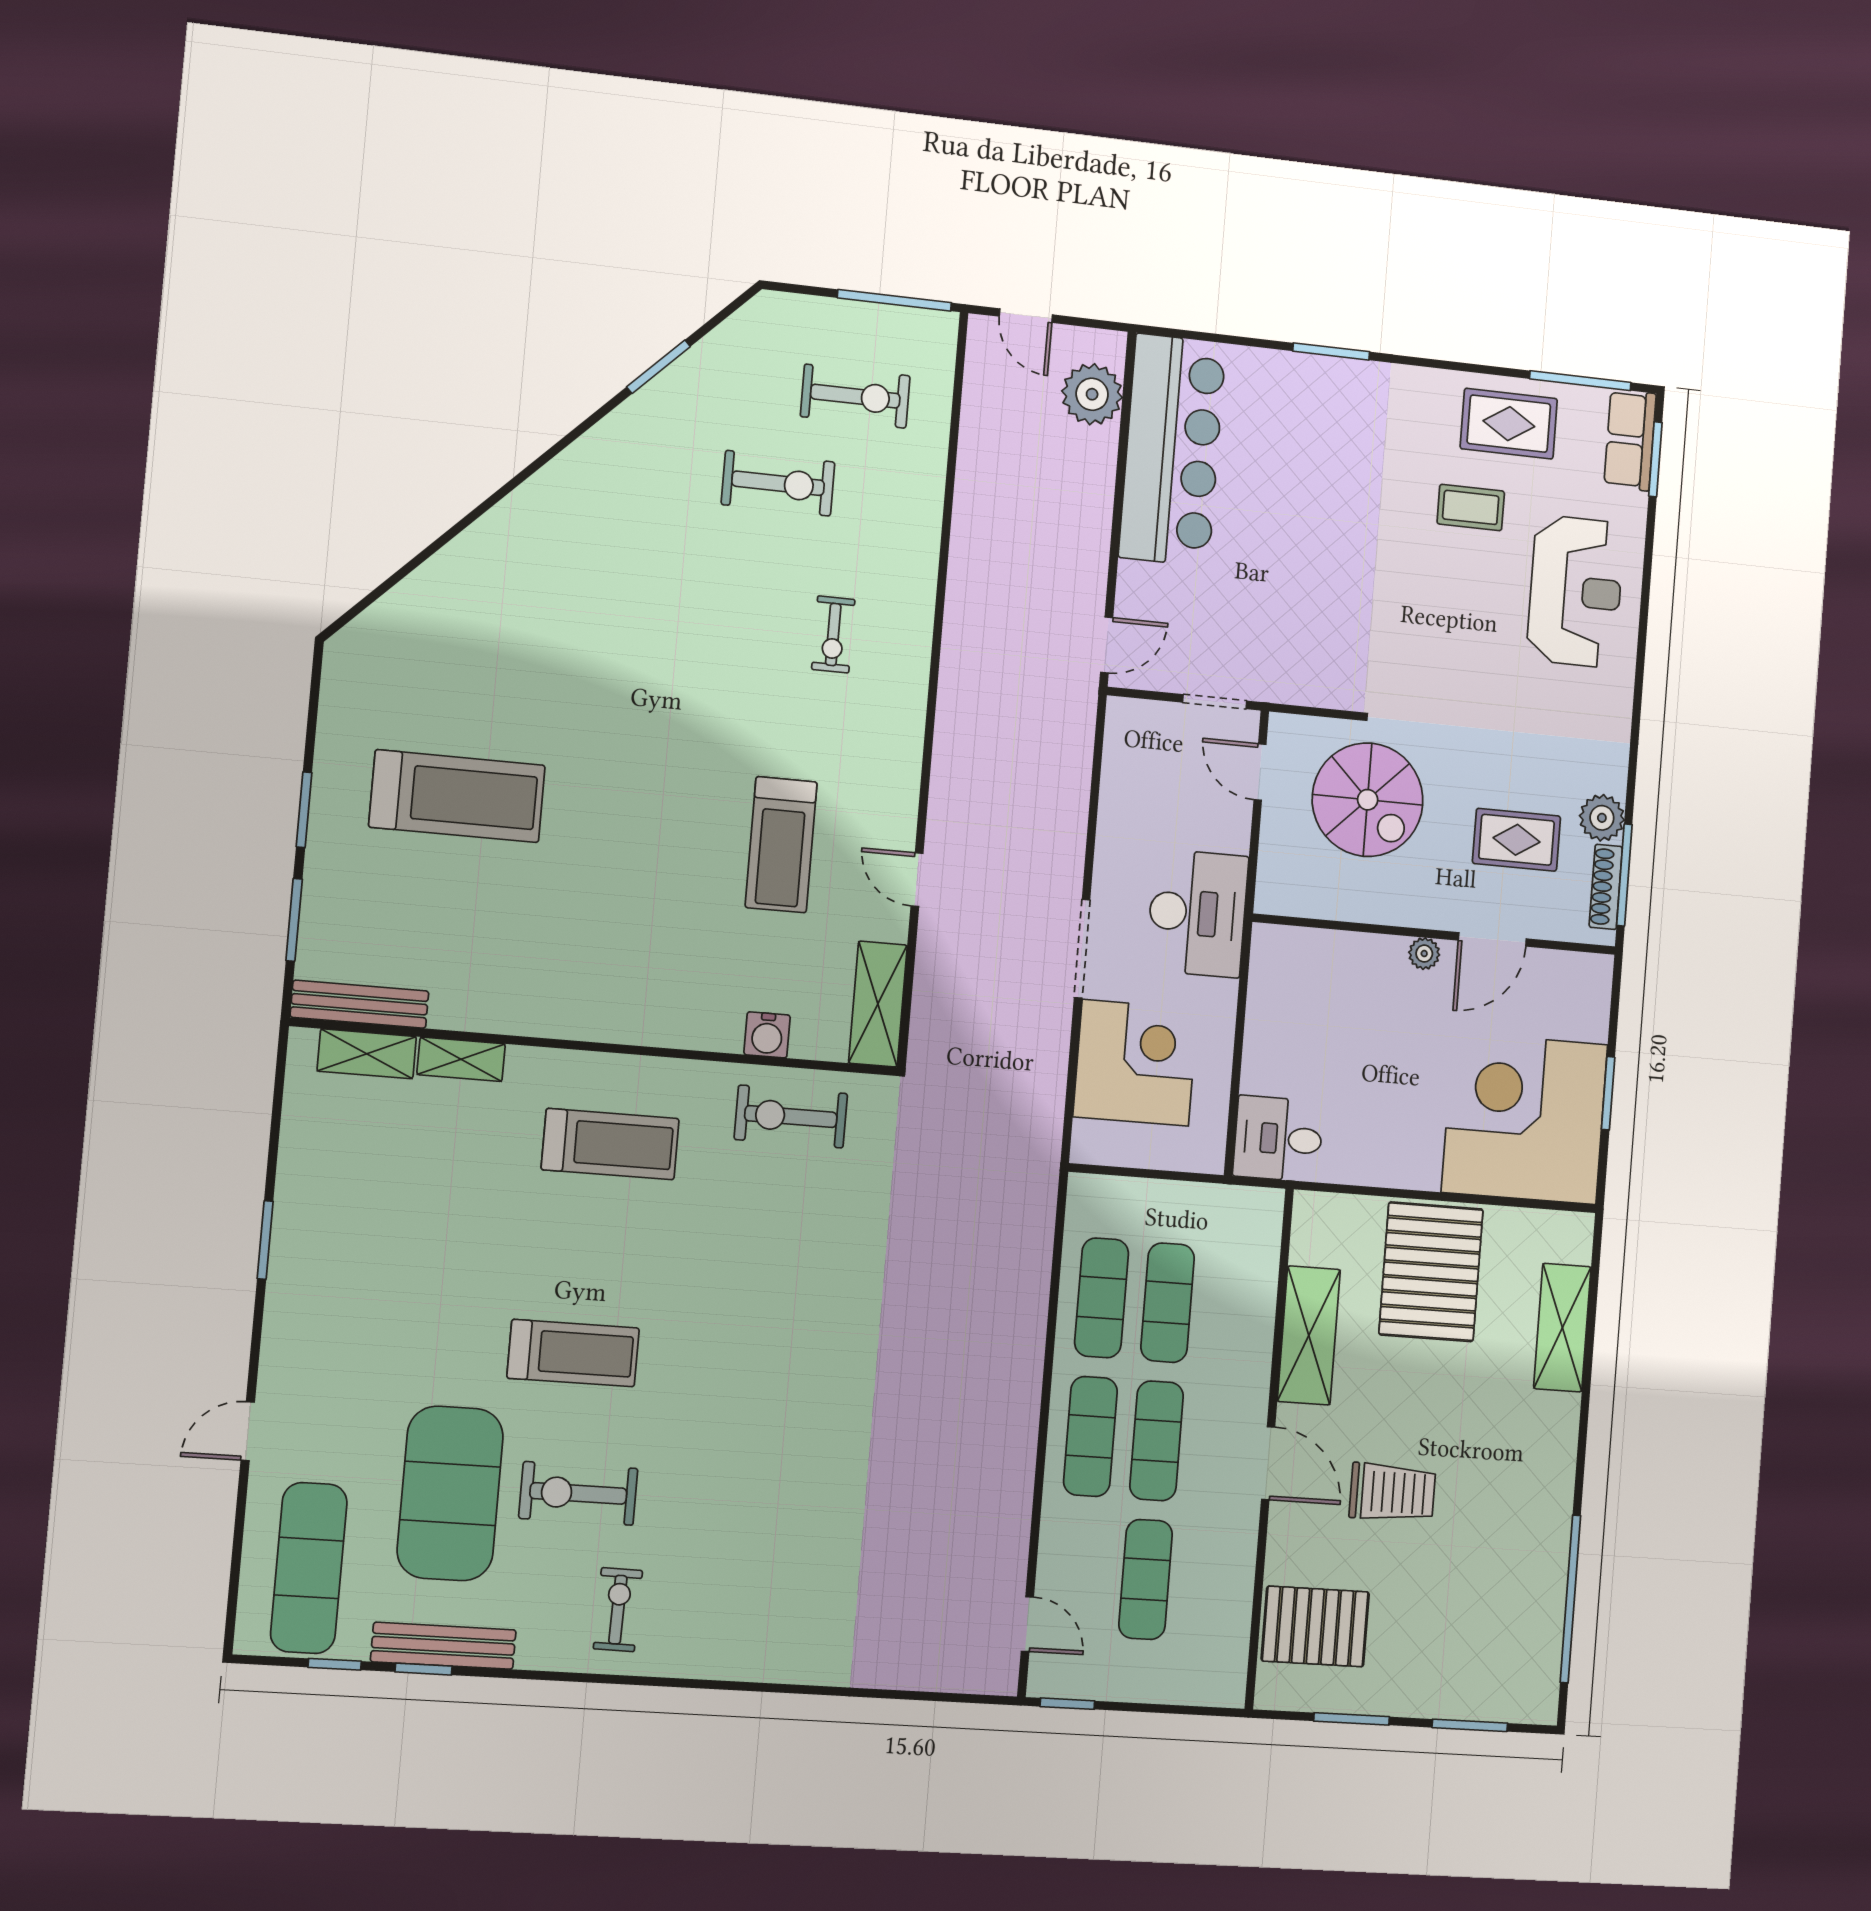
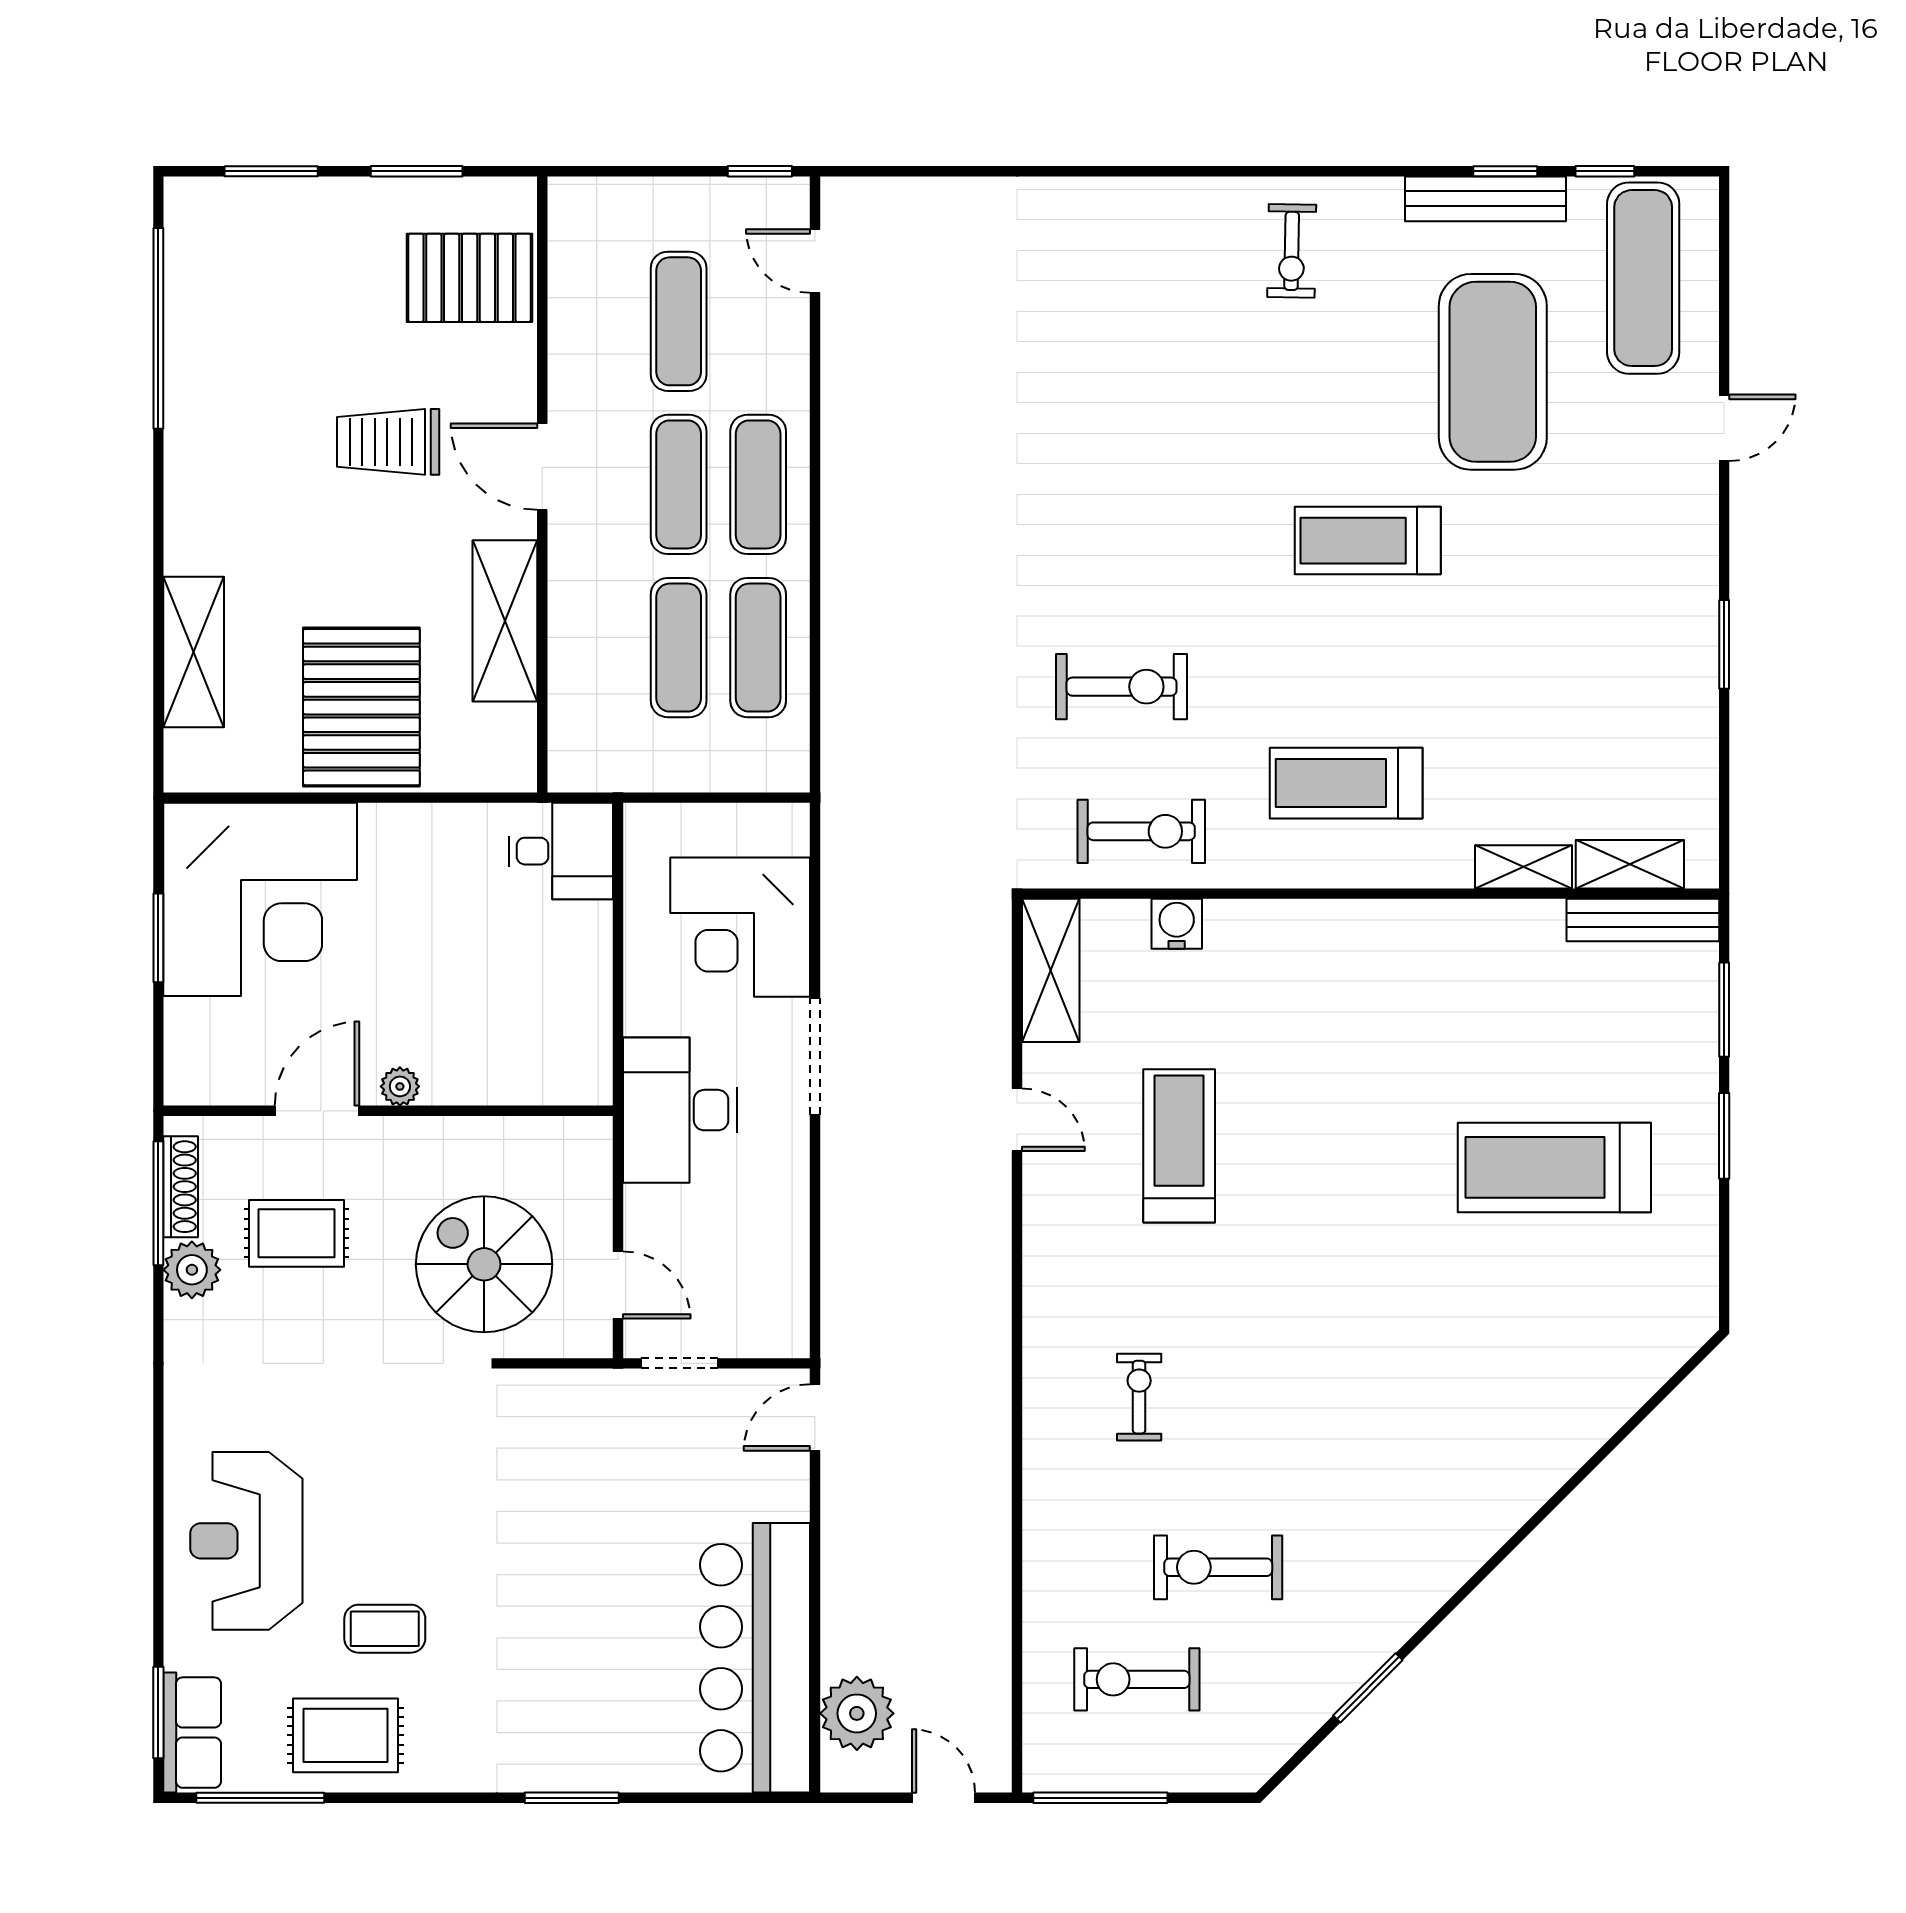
exercise bike: (578, 1493) -> (1122, 687), moved

